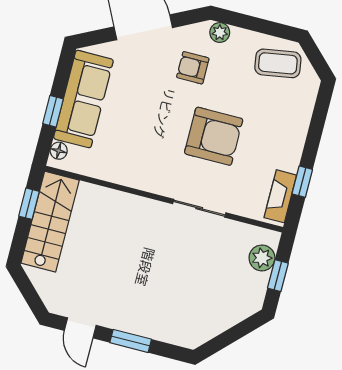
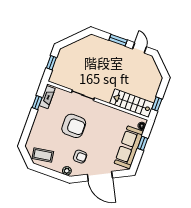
armchair: (214, 136) -> (74, 126), turned 180
stairs: (50, 222) -> (132, 103), moved, turned 90
plant: (262, 258) -> (58, 71), removed

